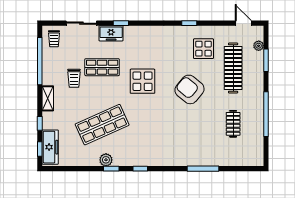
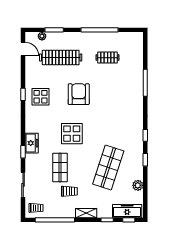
door: (243, 23) -> (23, 49), swing flipped
freezer: (111, 33) -> (32, 143), moved
display table: (203, 49) -> (40, 97), moved
armchair: (189, 89) -> (79, 94), turned 140
shop shelf: (102, 125) -> (108, 168), turned 42
plant: (106, 160) -> (138, 185), moved

